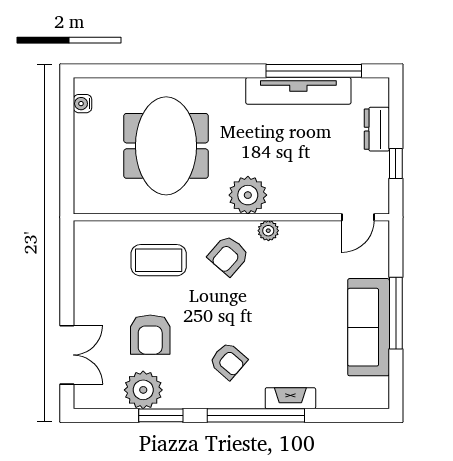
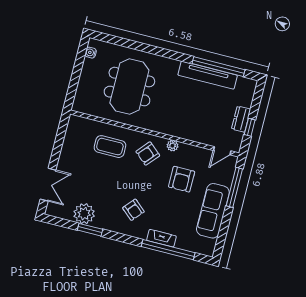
dresser: (377, 129) -> (241, 119), moved
plant: (248, 195) -> (166, 124), removed
window: (396, 313) -> (234, 187), moved
armchair: (150, 335) -> (182, 179), moved
window: (256, 415) -> (168, 250), moved

